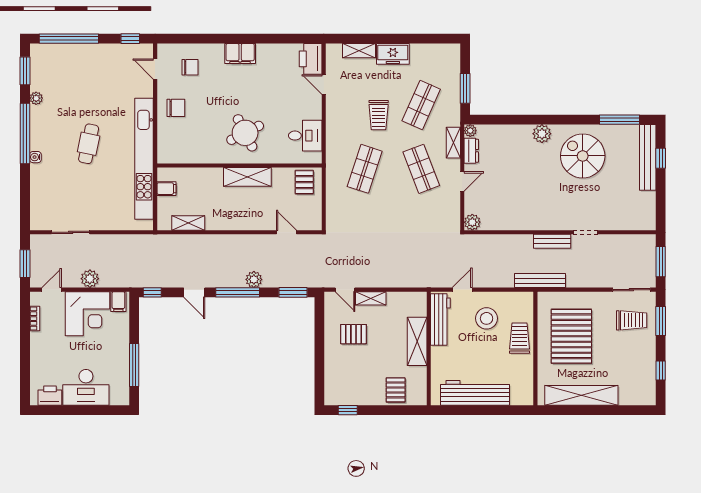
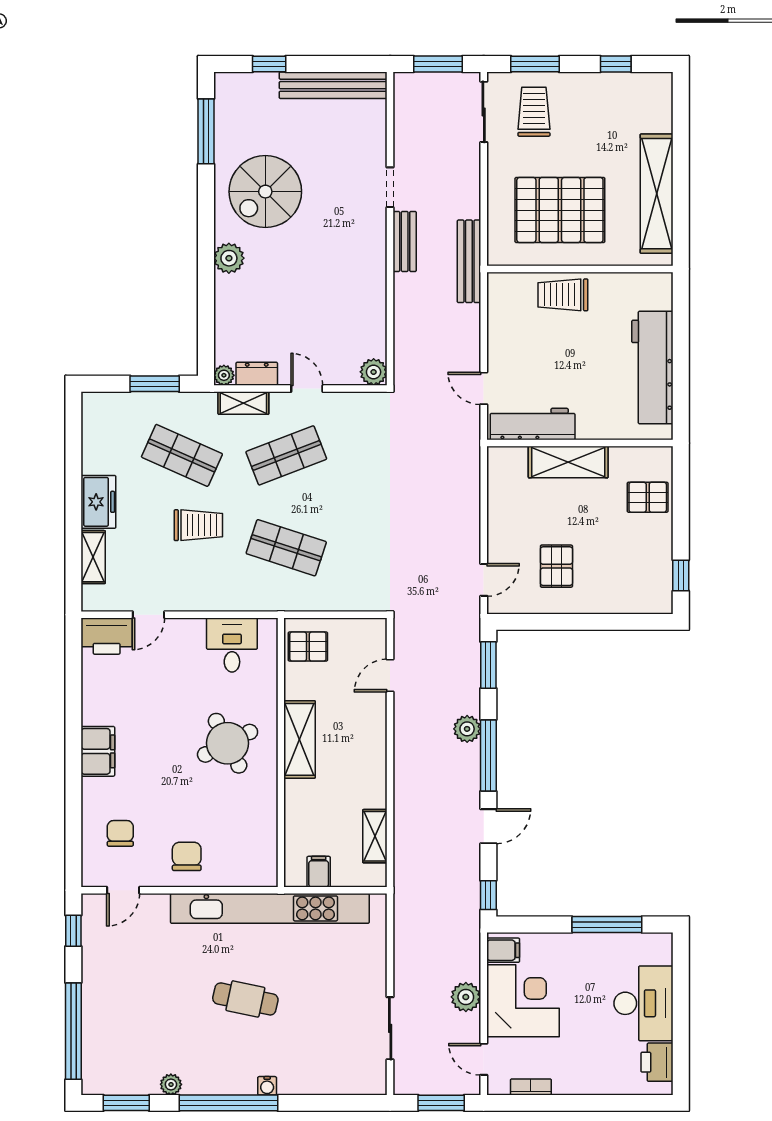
bench: (648, 157) -> (333, 85), moved
shelving: (371, 298) -> (498, 538), removed
stool: (487, 318) -> (531, 349), removed

